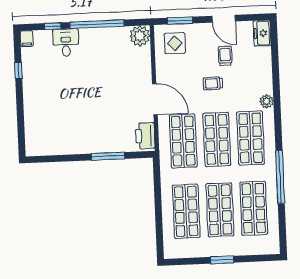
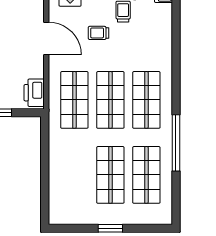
trolley: (213, 83) -> (99, 33), moved
door: (155, 99) -> (46, 38), moved
plant: (267, 101) -> (165, 62), removed
shop shelf: (186, 211) -> (74, 175), removed

